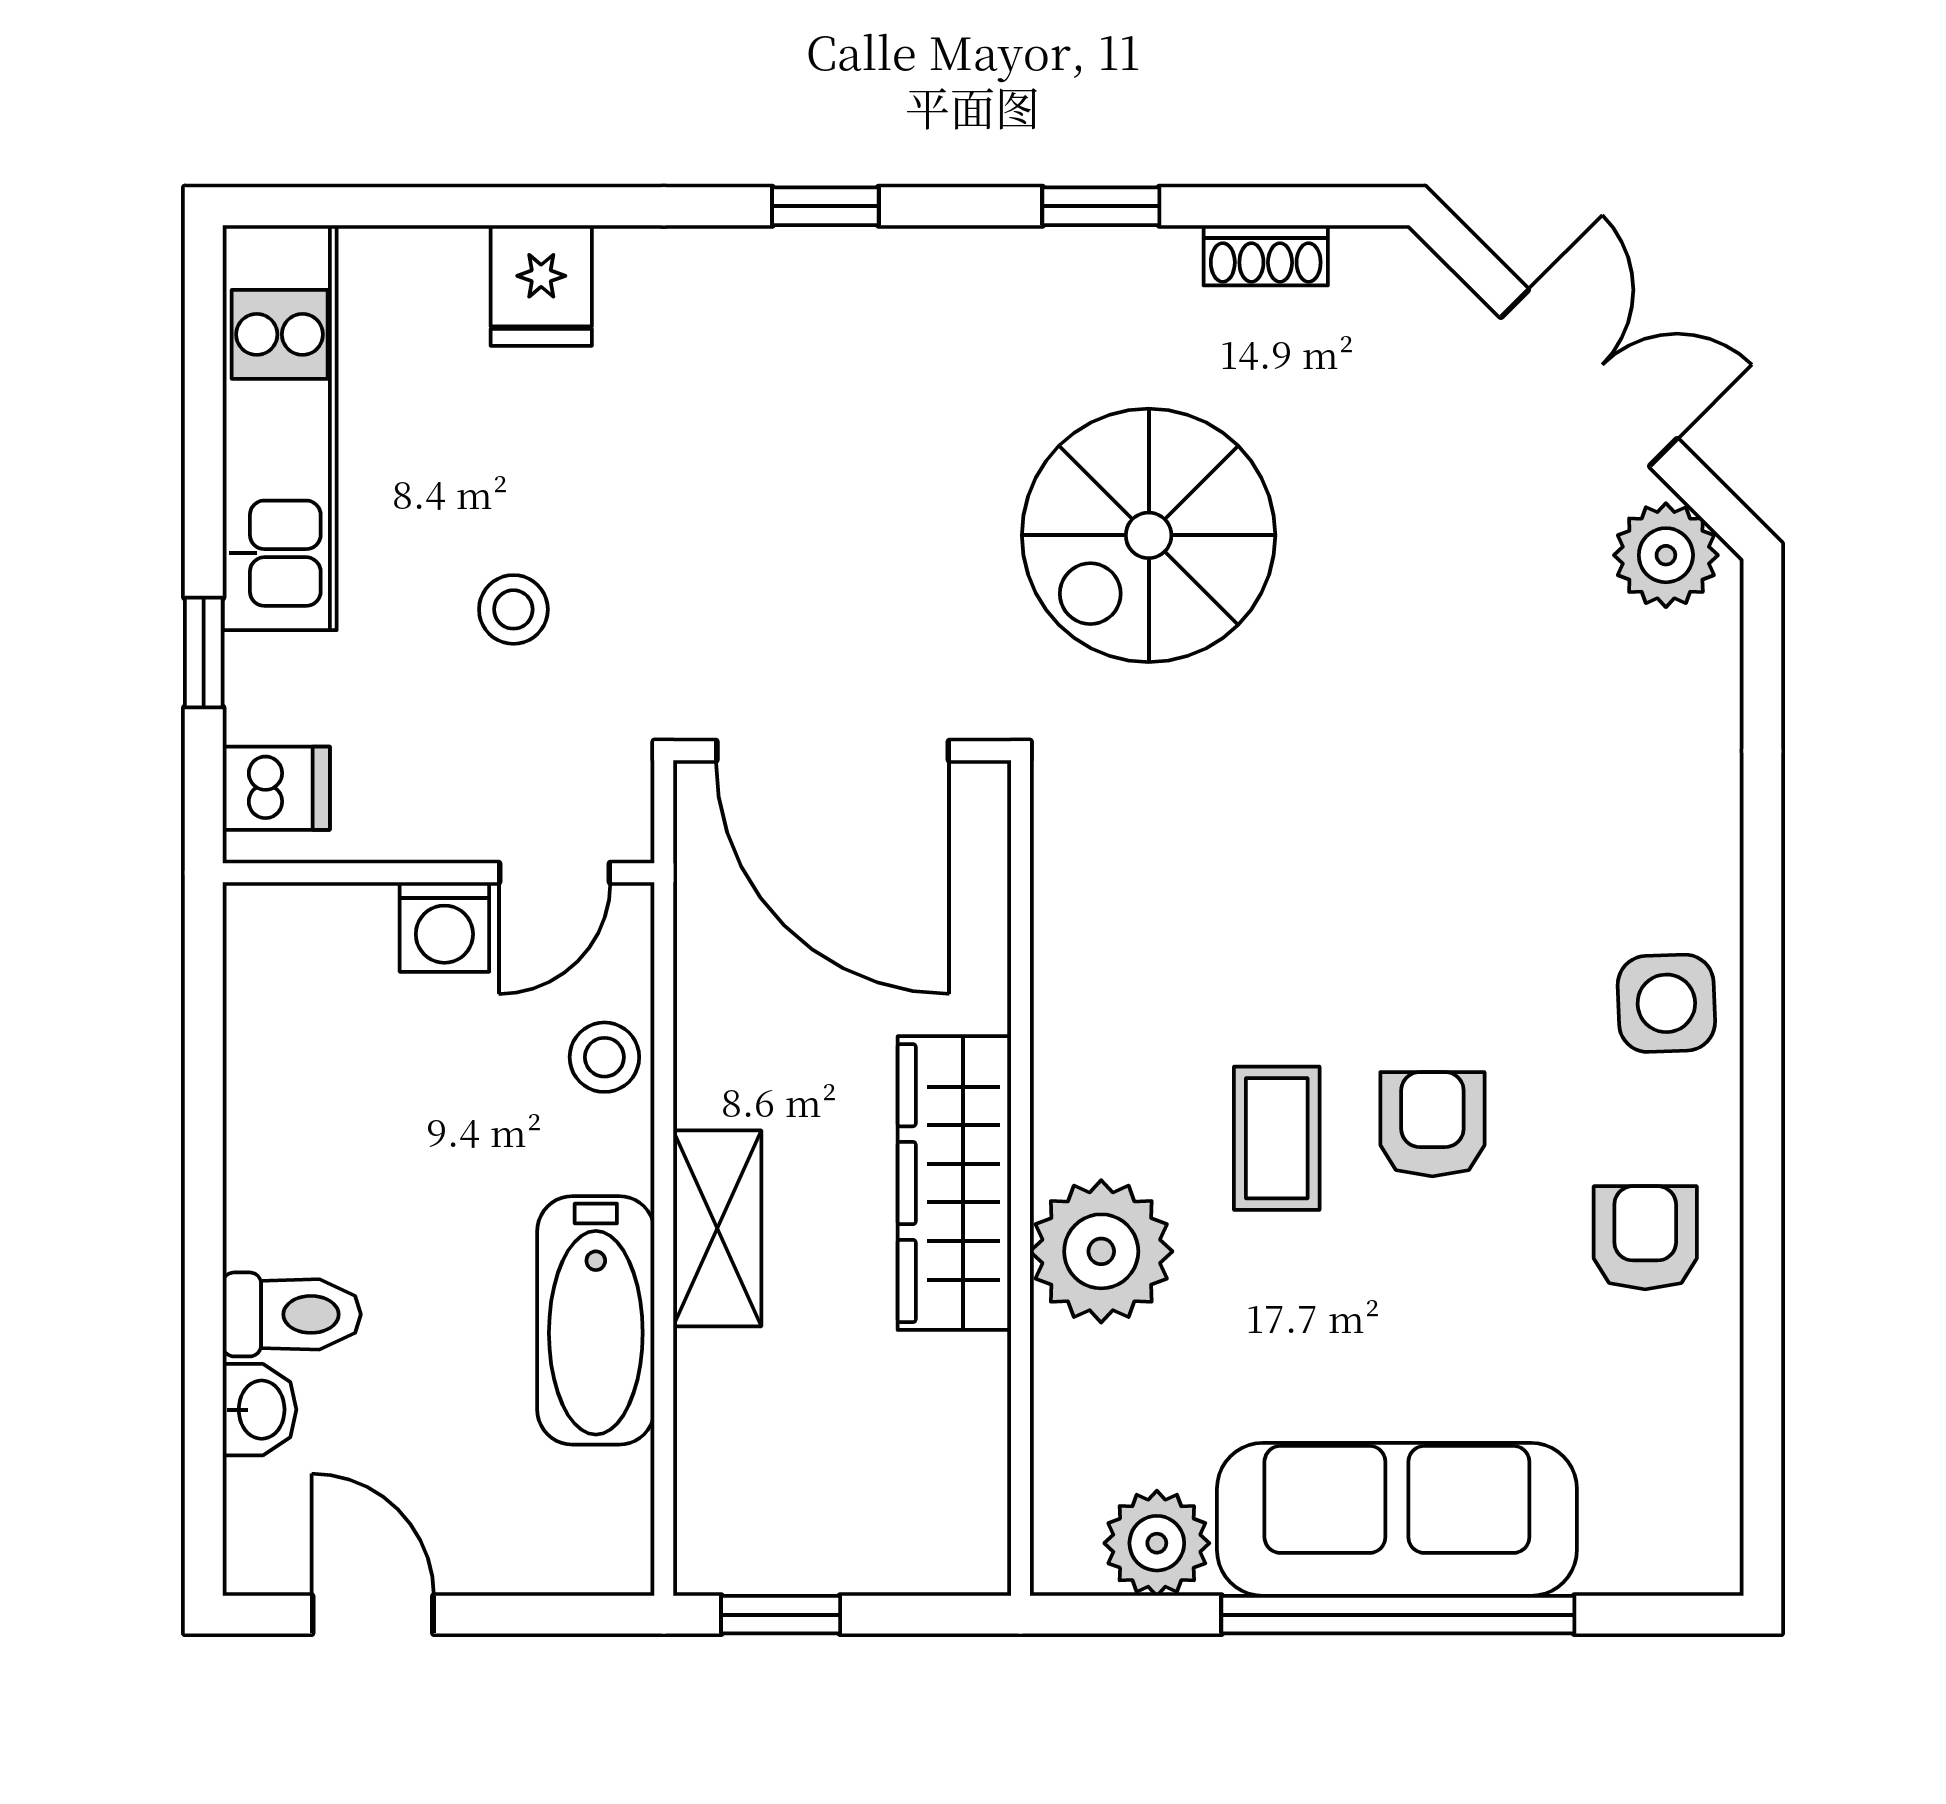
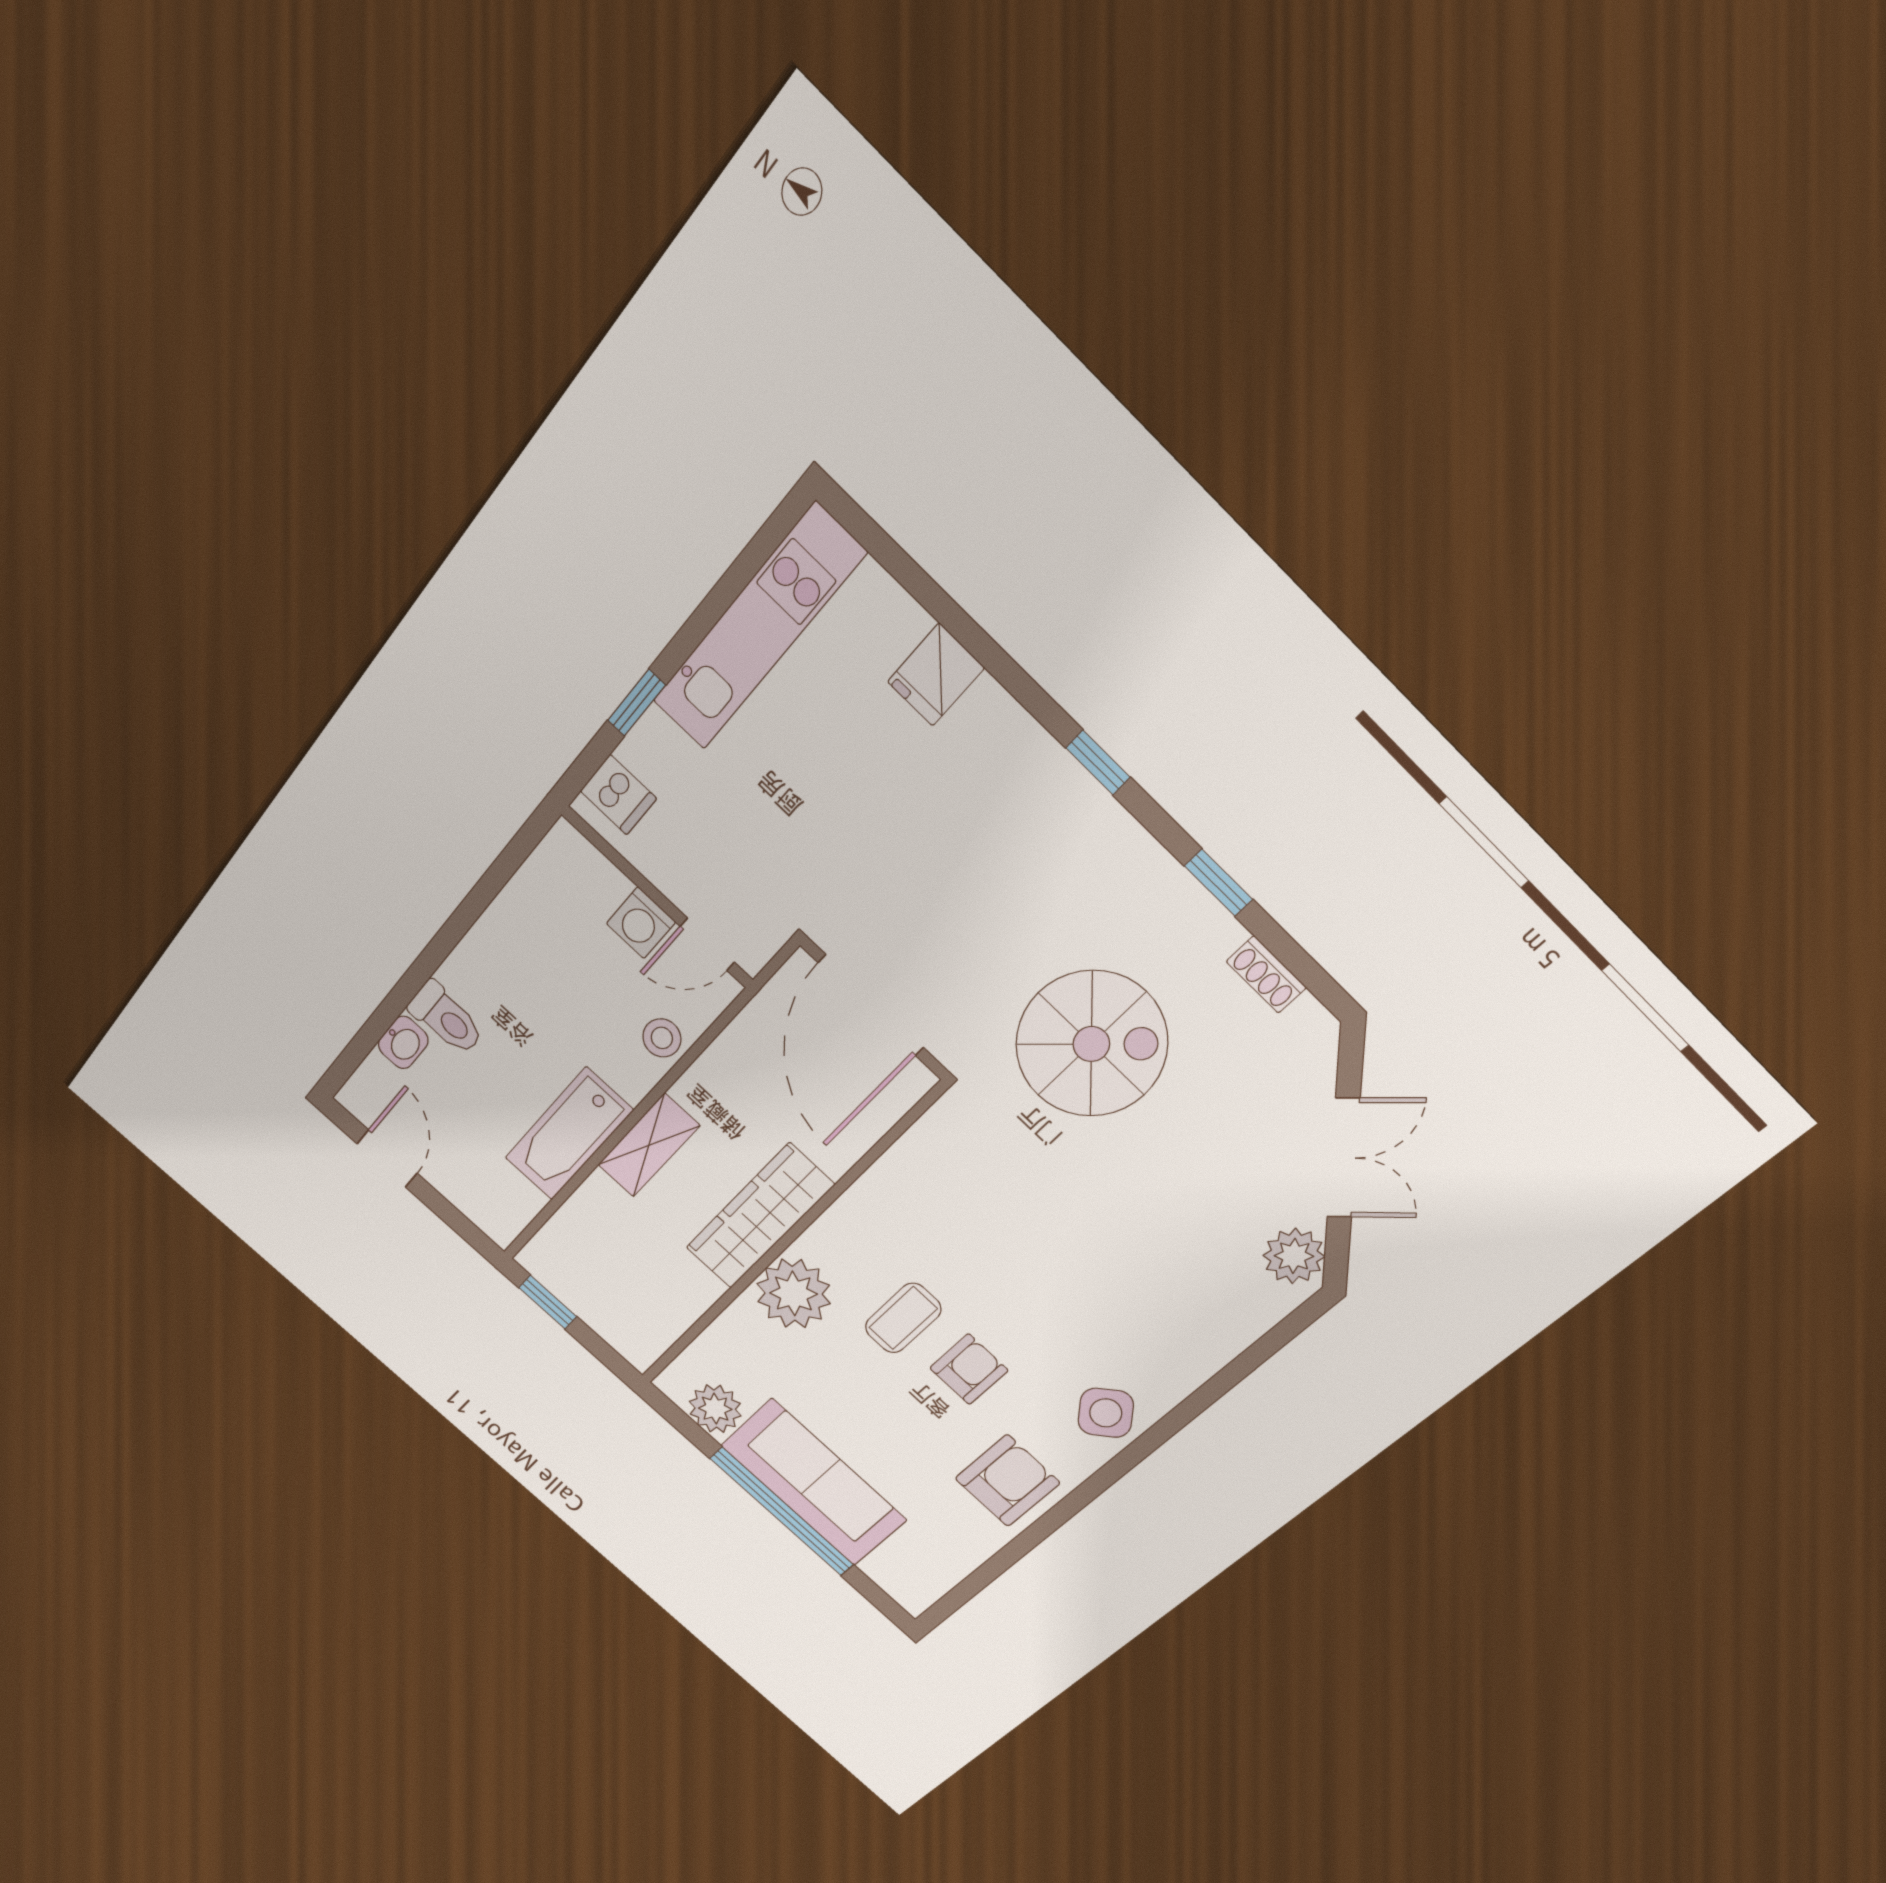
spiral stairs: (1149, 535) -> (1091, 1044), turned 180
stool: (513, 609) -> (790, 814), removed
side table: (1666, 1003) -> (1106, 1413), turned -38
armchair: (1645, 1238) -> (1007, 1481), width x1.38, depth x1.38

